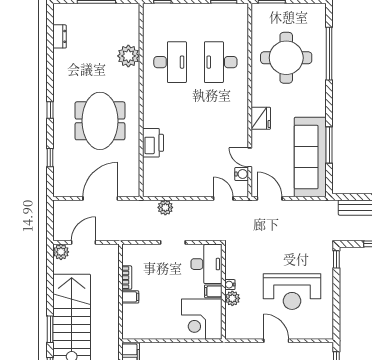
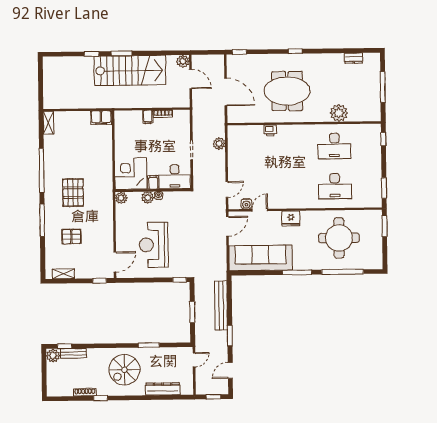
desk: (221, 62) -> (335, 186), turned 180
printer: (153, 143) -> (270, 130), width x0.53, depth x0.68
window: (329, 145) -> (297, 272), moved
window: (50, 158) -> (239, 52), moved
plant: (232, 332) -> (121, 198), added
door: (276, 341) -> (115, 262), moved

